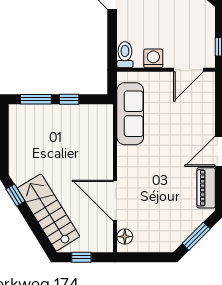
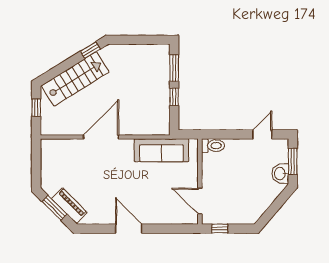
washing machine: (153, 58) -> (210, 170), removed
piano: (206, 188) -> (69, 206), moved, turned 45
door: (115, 201) -> (101, 137), moved
floor lamp: (125, 237) -> (54, 145), removed

